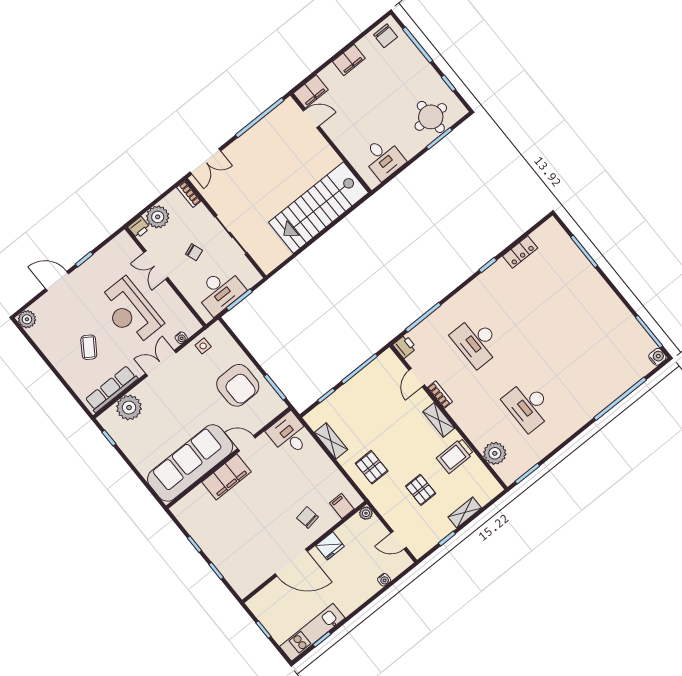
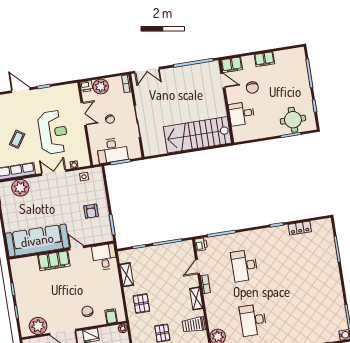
chair: (385, 36) -> (252, 88), moved
desk: (383, 158) -> (242, 114), moved, turned 90
double door: (156, 265) -> (84, 114), swing flipped
reception desk: (130, 311) -> (53, 132), turned 180
armchair: (238, 385) -> (91, 211), width x0.53, depth x0.53
plant: (255, 573) -> (38, 326), added

